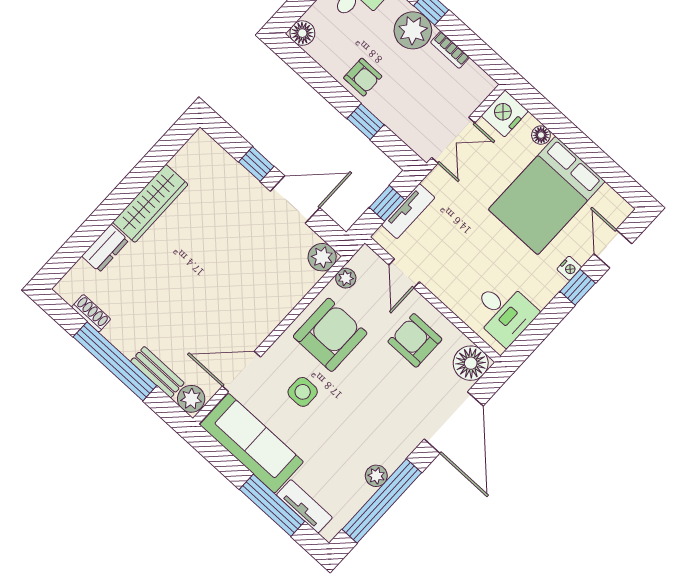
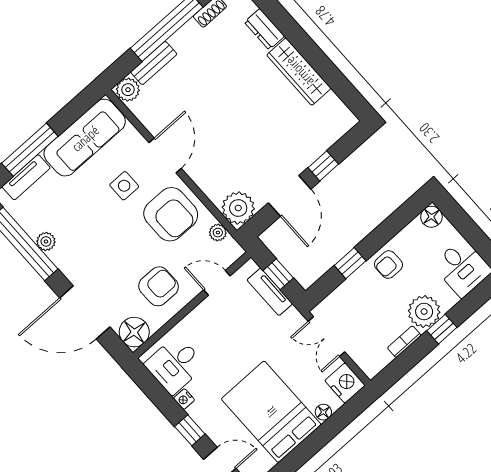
plant: (322, 257) -> (238, 208), width x1.36, depth x1.36
nightstand: (569, 268) -> (184, 399), moved
door: (241, 372) -> (165, 155), moved

